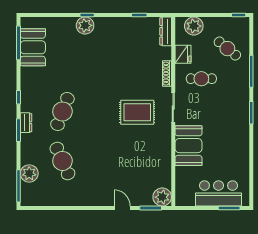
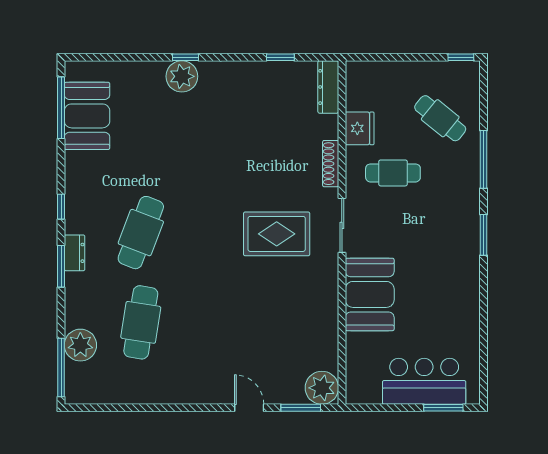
plant: (194, 26) -> (379, 77), removed
cafe table: (62, 161) -> (141, 322), turned 33

